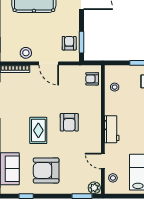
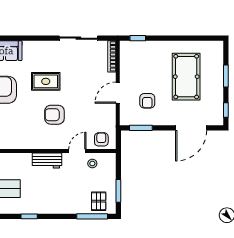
armchair: (69, 43) -> (147, 101), moved, turned 90
stool: (26, 53) -> (129, 68), removed
door: (103, 161) -> (77, 151), moved

